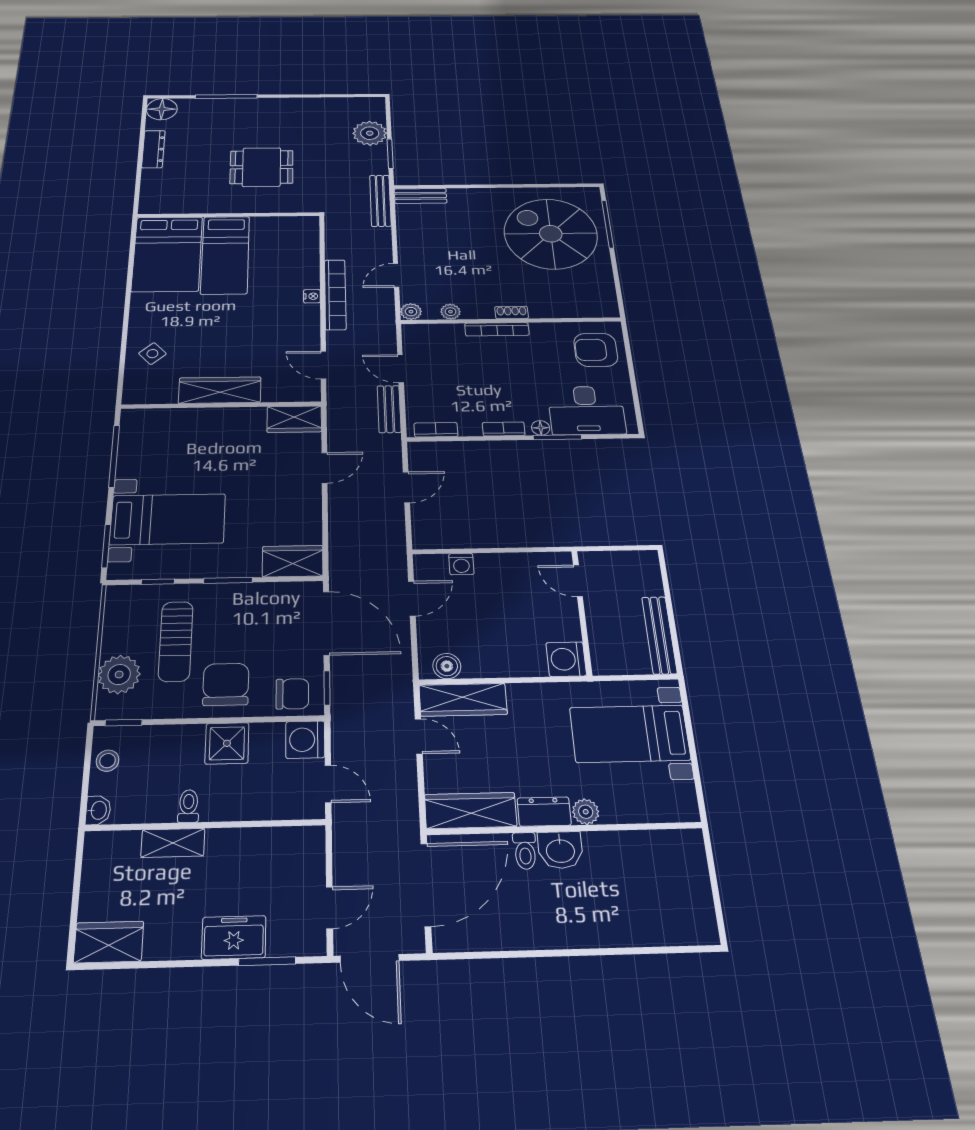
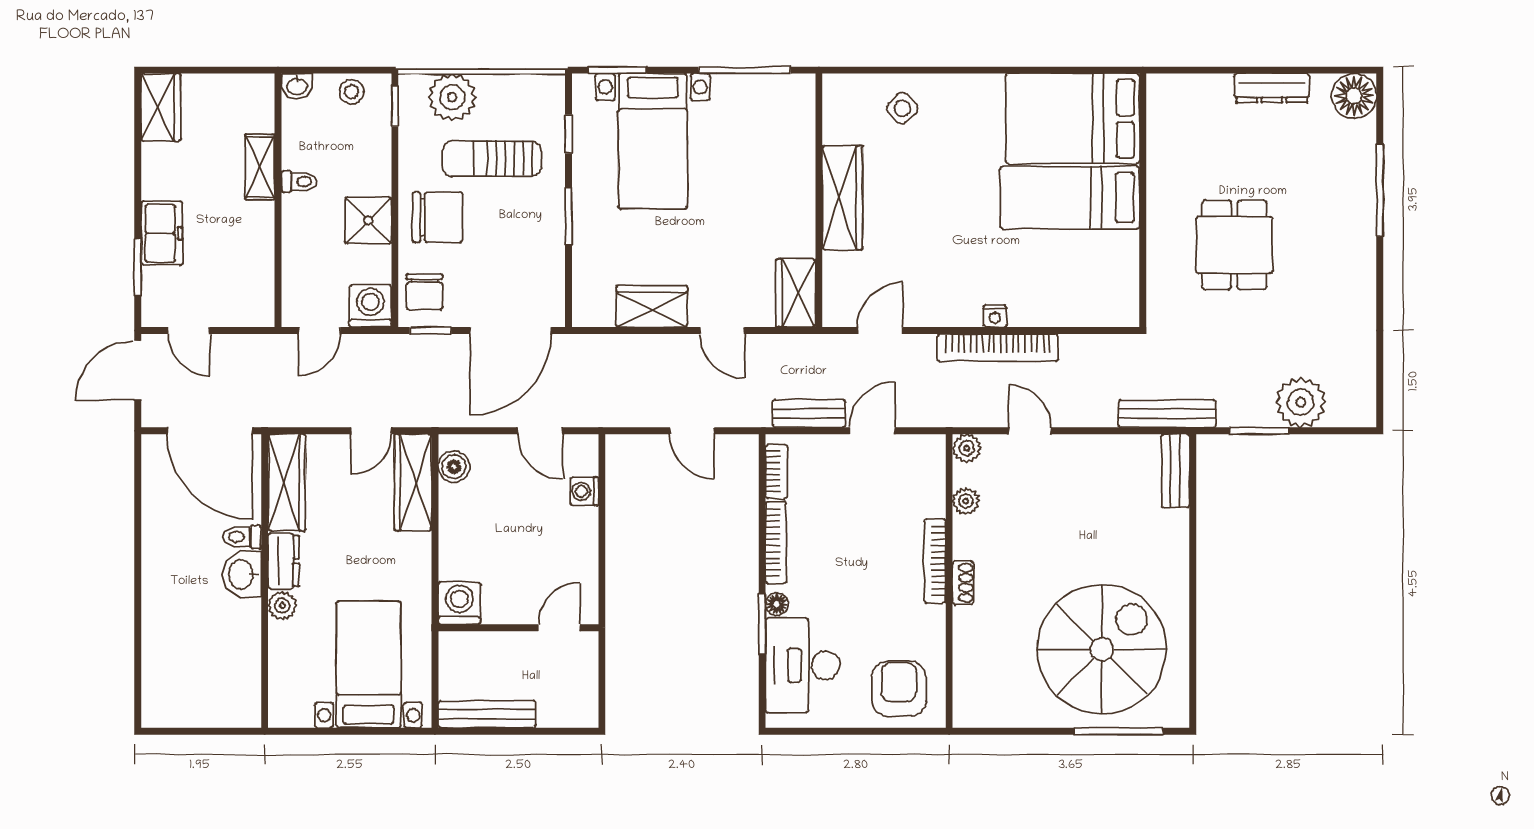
bookcase: (504, 429) -> (776, 542), width x1.56
wardrobe: (293, 561) -> (652, 307), moved, turned -90

